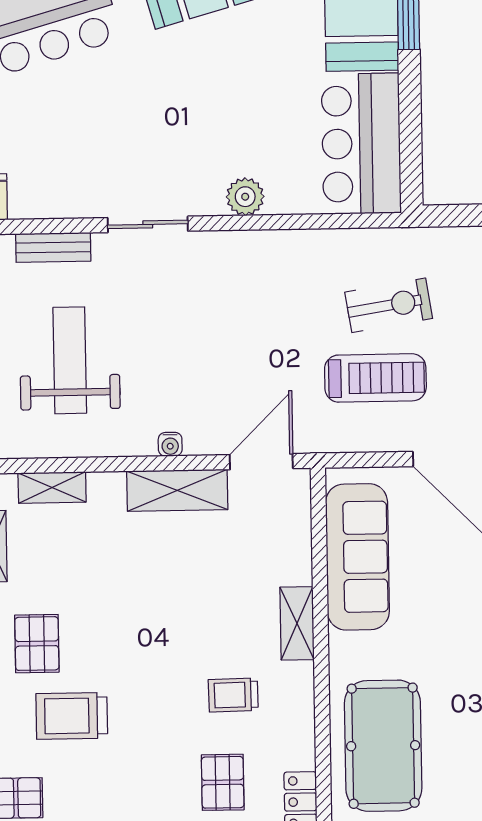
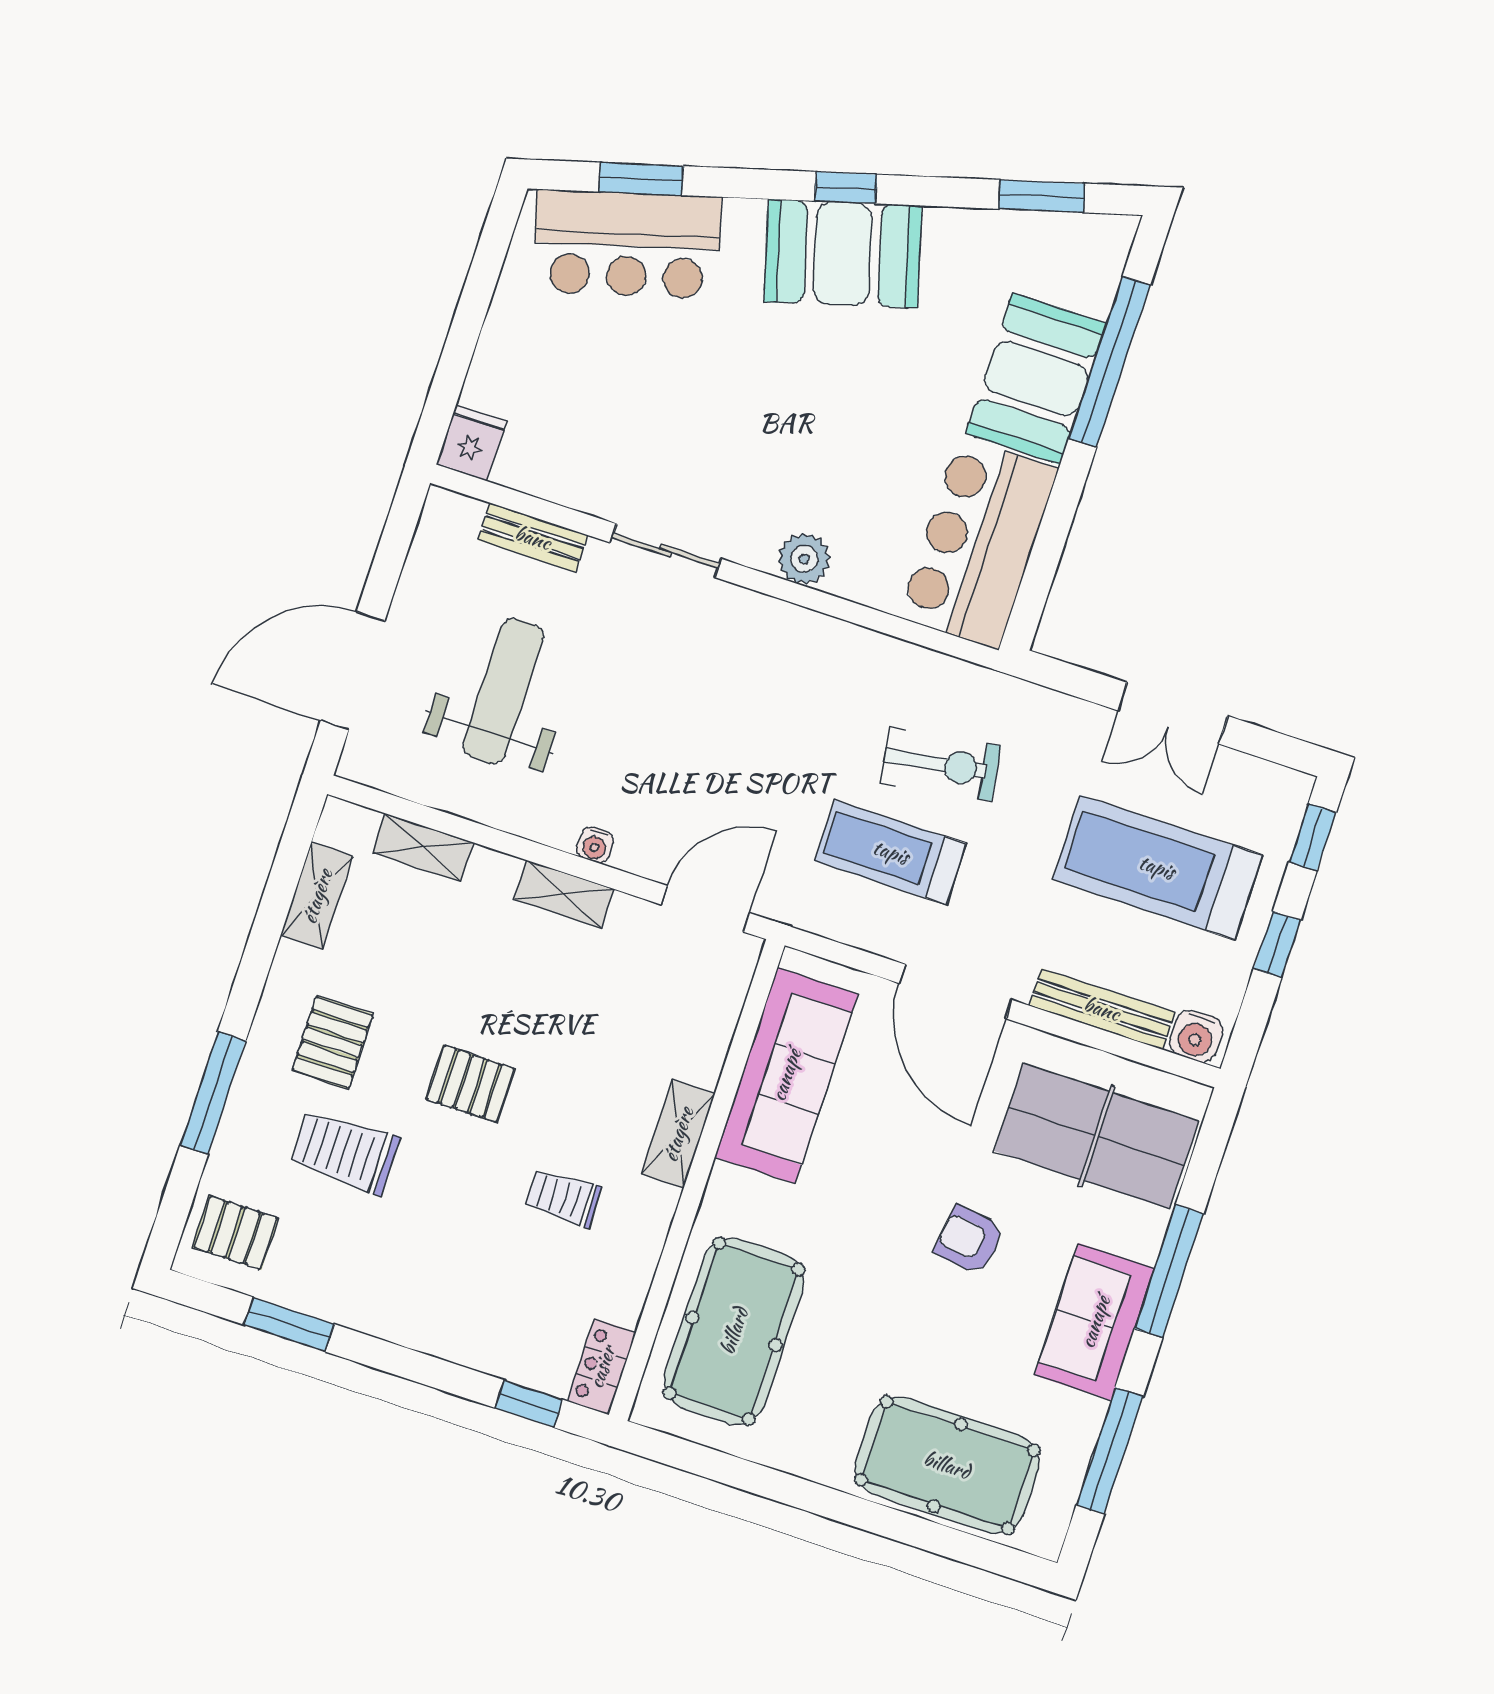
treadmill: (375, 378) -> (891, 852), turned 180
shelving: (177, 490) -> (564, 894), width x0.67, depth x0.75
pallet: (223, 782) -> (470, 1084), moved, turned 90

